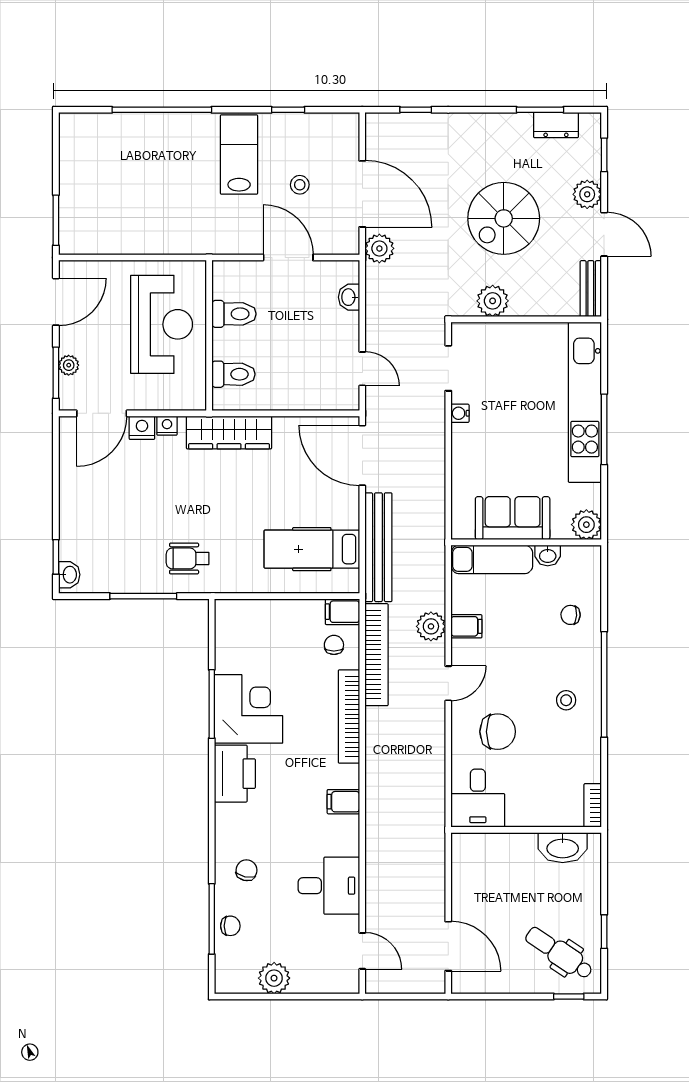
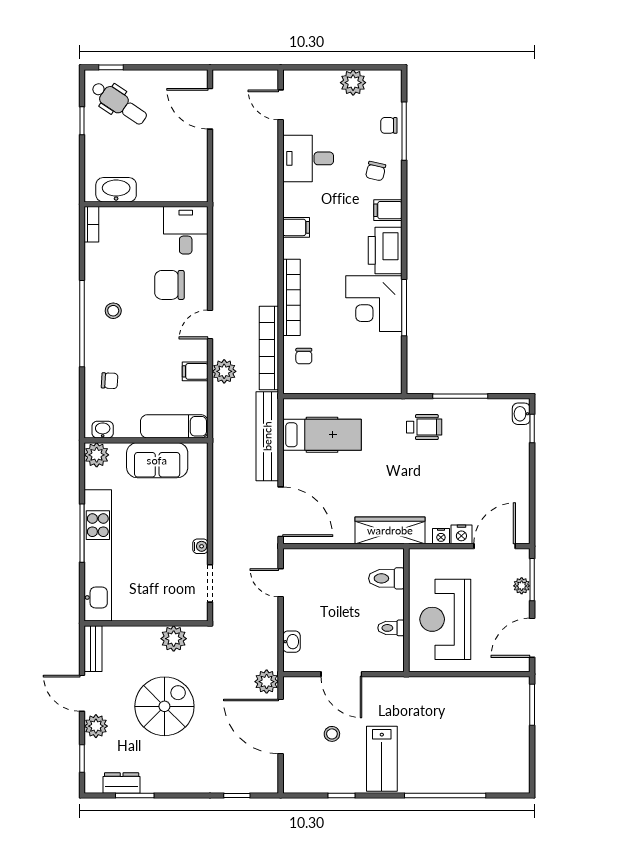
toilet: (234, 314) -> (391, 628), width x0.73, depth x0.72
washbasin: (548, 555) -> (103, 430), moved
filing cabinet: (342, 612) -> (388, 210), moved, turned 180

